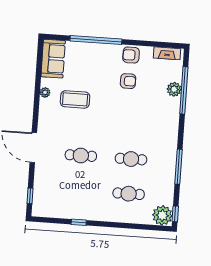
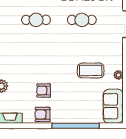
armchair: (131, 55) -> (43, 114), turned 180

